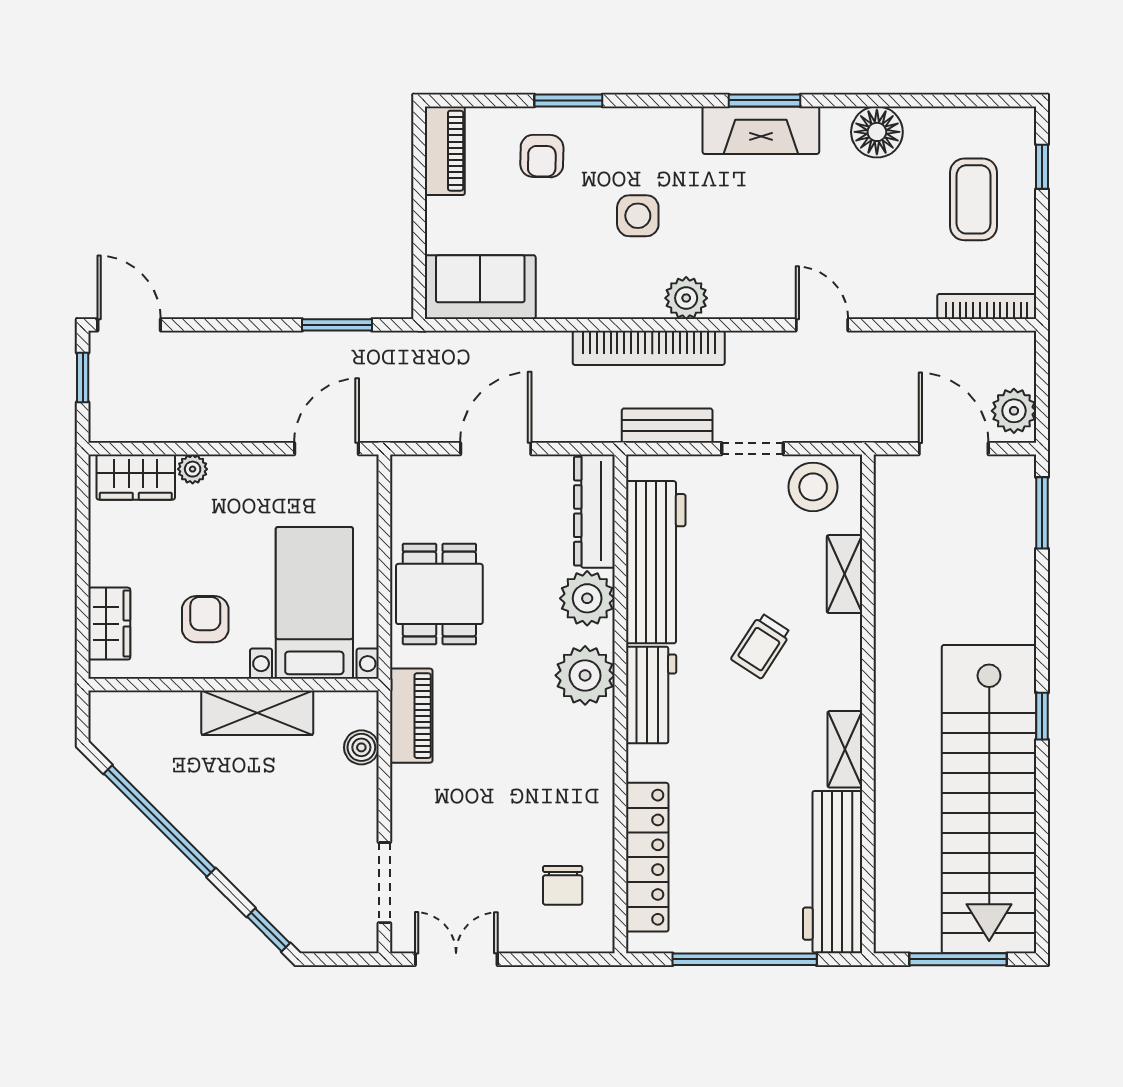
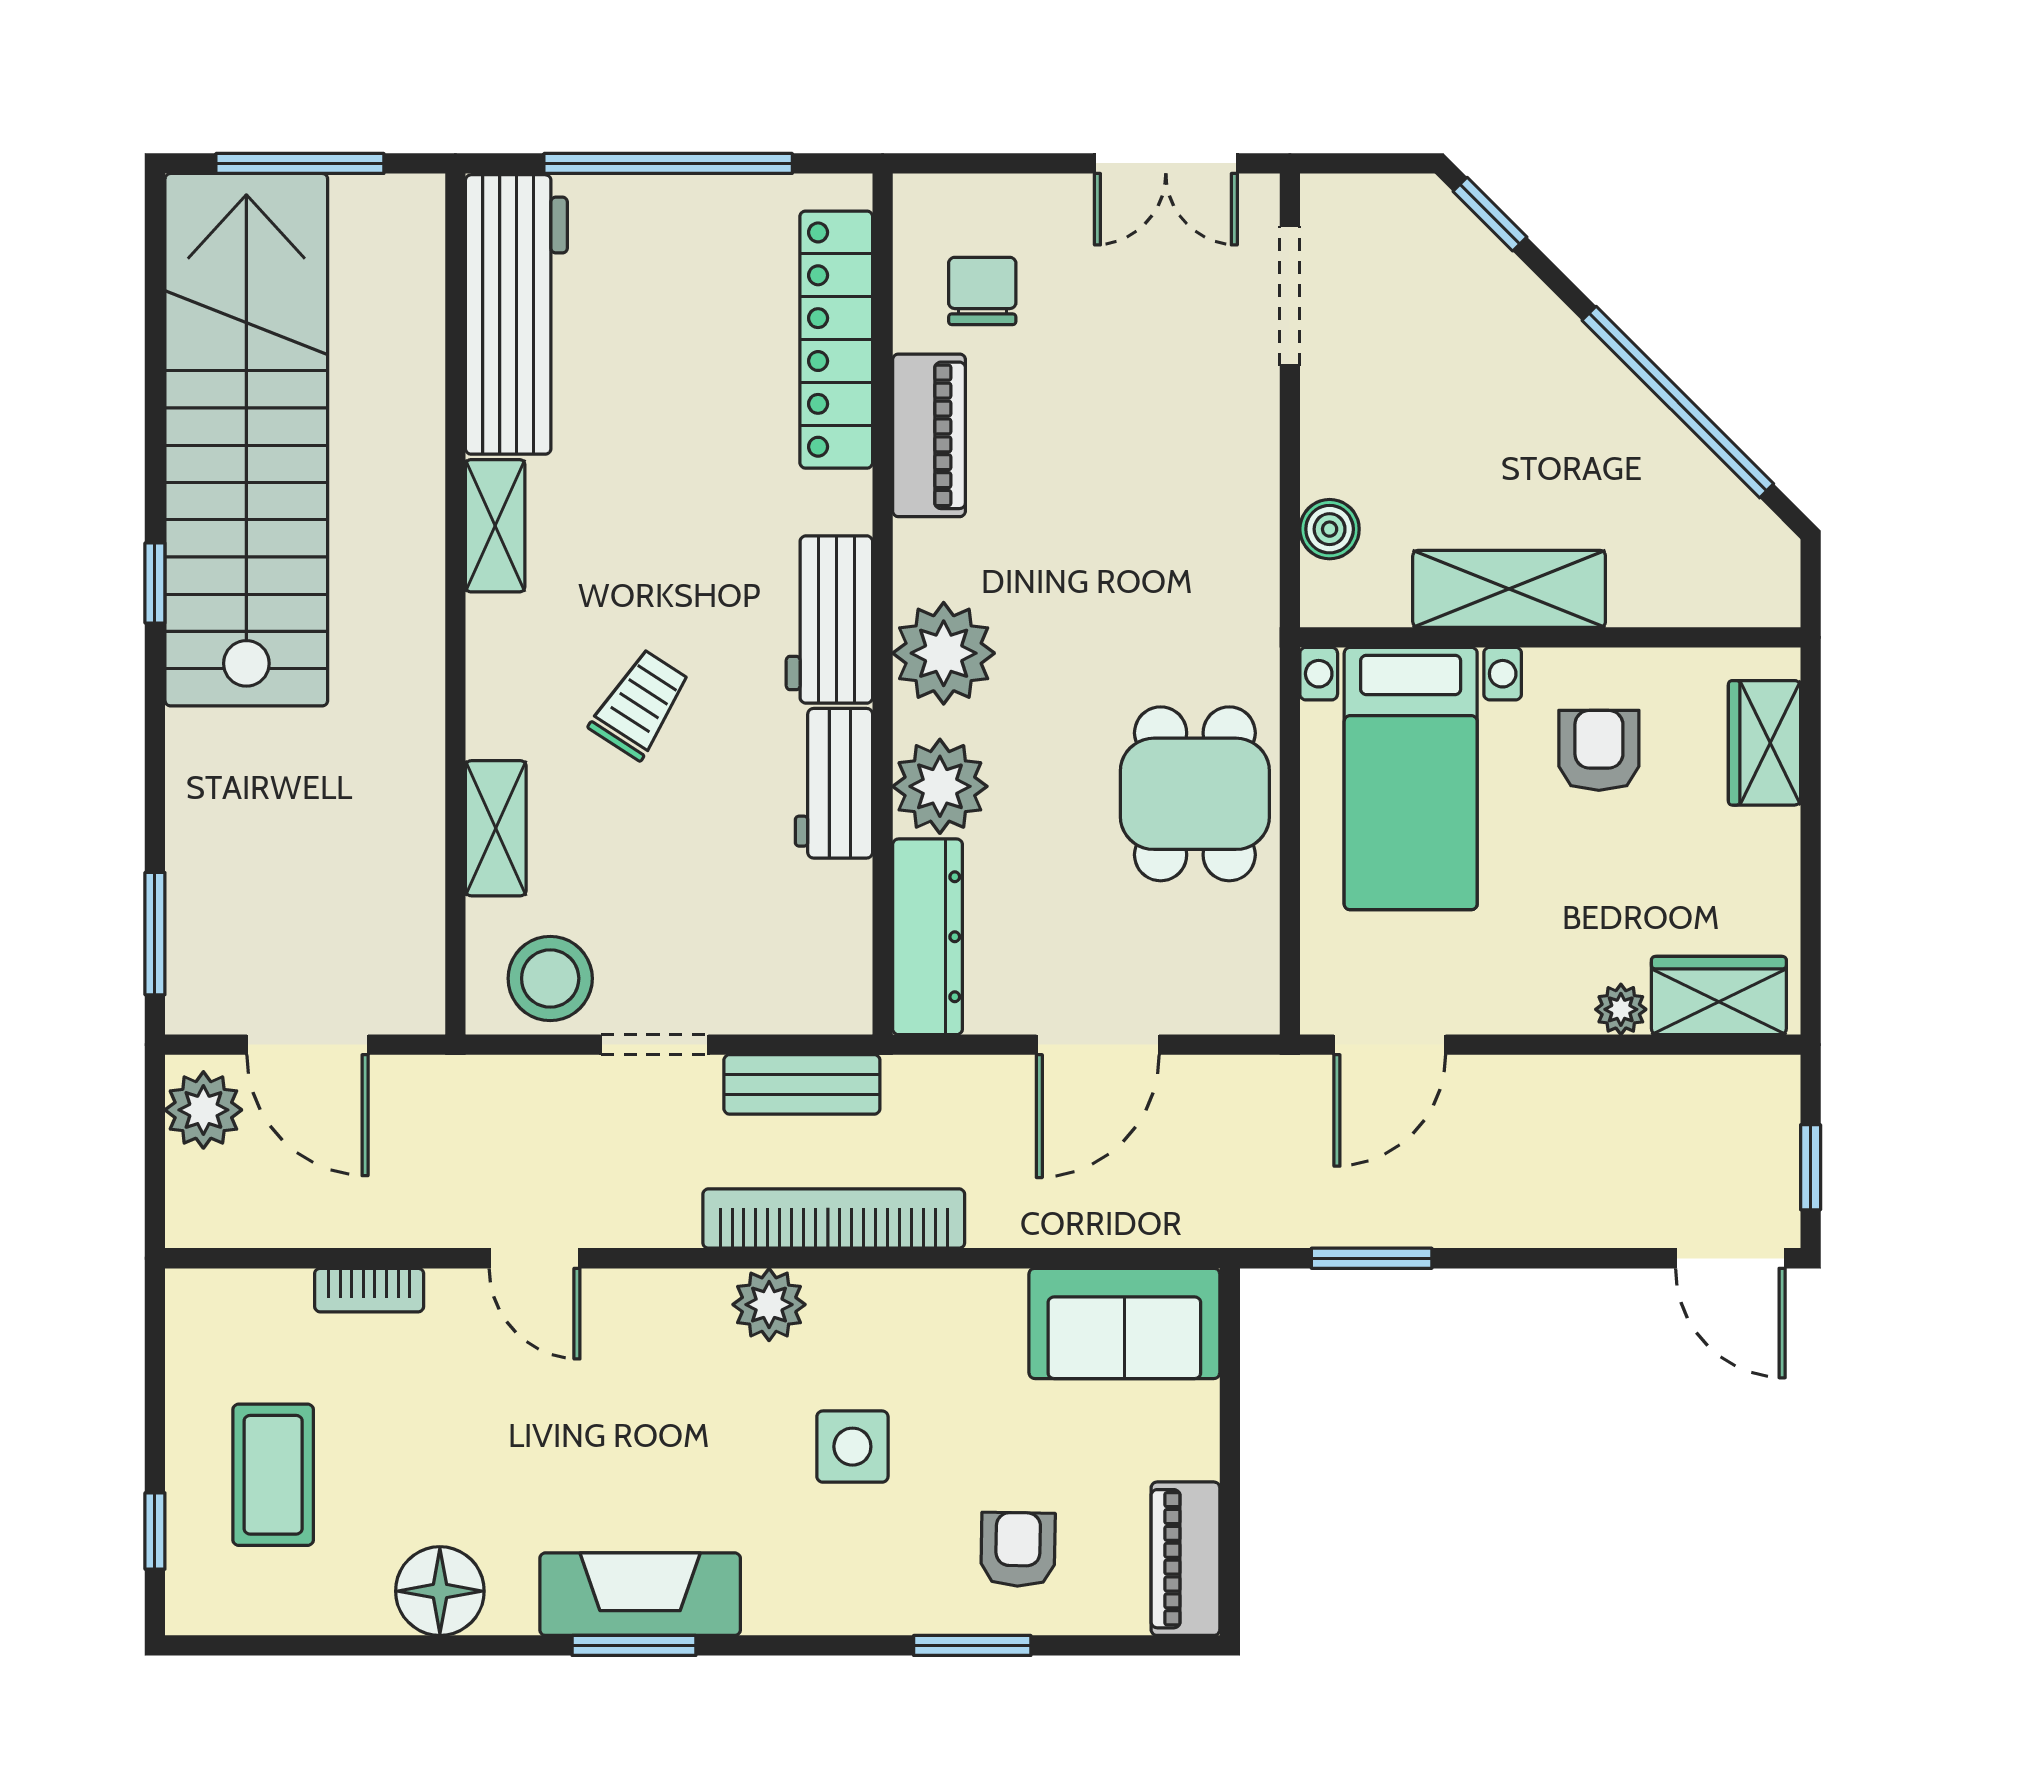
bookcase: (987, 306) -> (369, 1290), moved, width x0.64
workbench: (656, 562) -> (834, 783), width x0.53, depth x0.76
armchair: (205, 619) -> (1599, 750), turned 180
piano: (411, 716) -> (929, 435), moved, turned 180

